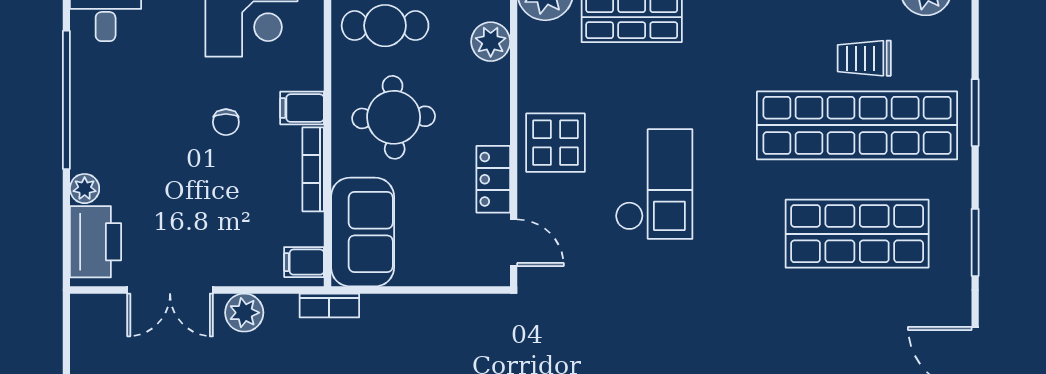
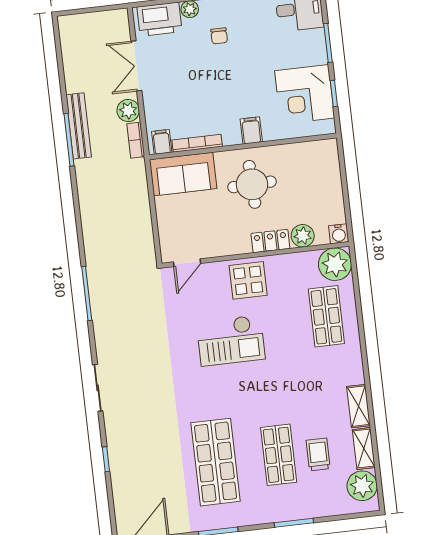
cafe table: (385, 26) -> (305, 173), removed
chair: (226, 122) -> (219, 36), moved, turned -90
shop shelf: (857, 125) -> (279, 455), width x0.50, depth x0.74
bookcase: (313, 169) -> (197, 143), moved
locker: (493, 179) -> (270, 241), moved
bookcase: (329, 305) -> (136, 140), moved

